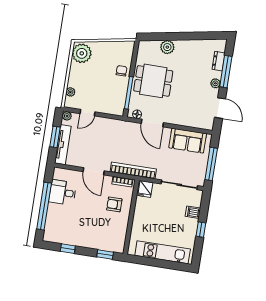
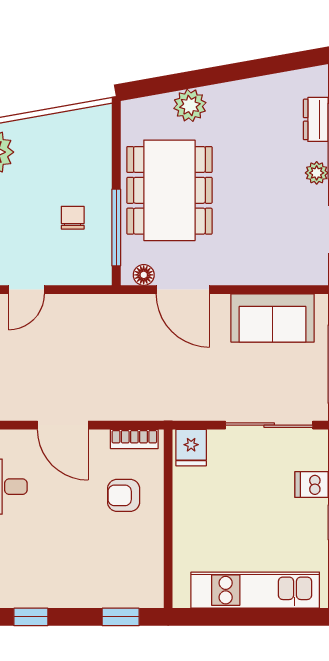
chair: (122, 71) -> (73, 218), moved
dining table: (153, 81) -> (169, 190), width x1.37
bookcase: (133, 170) -> (156, 409), removed

